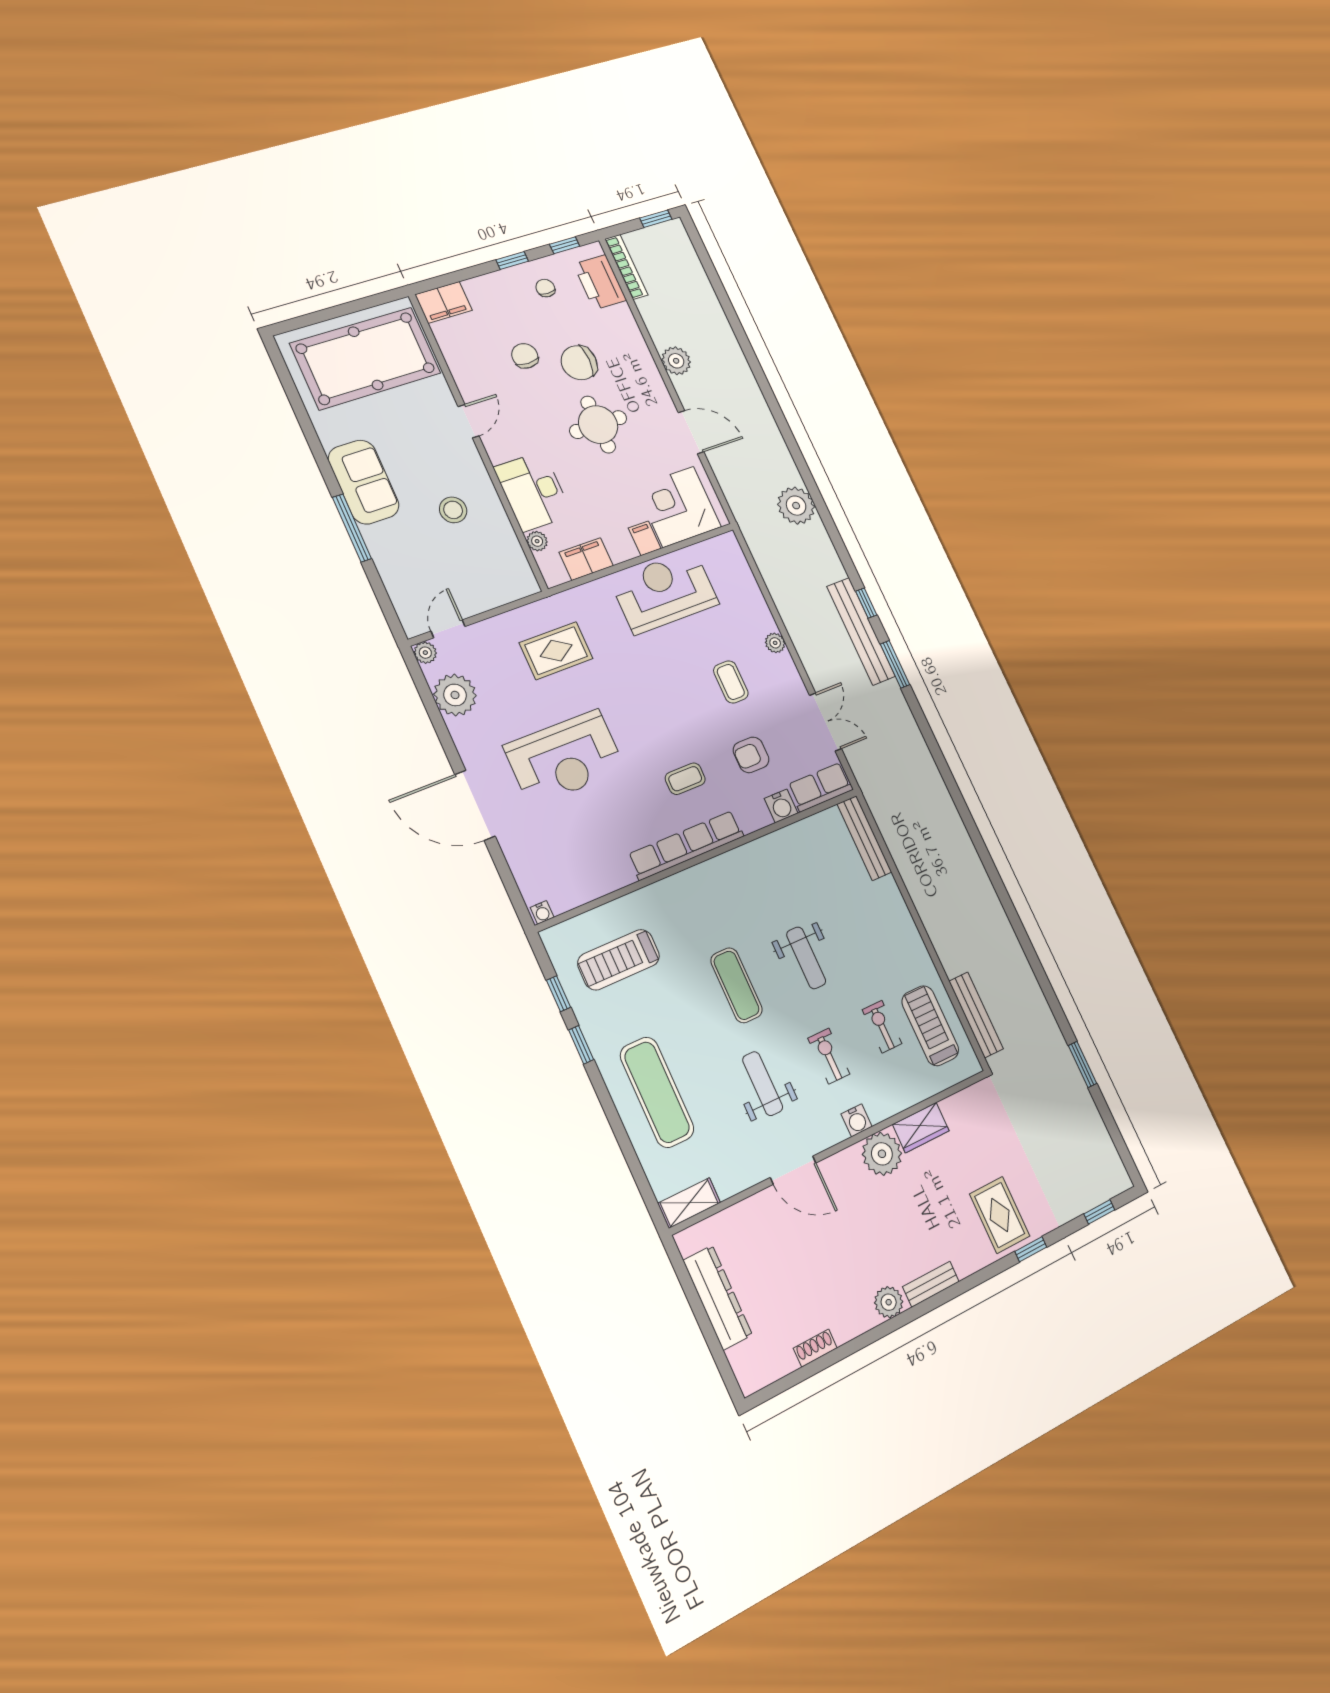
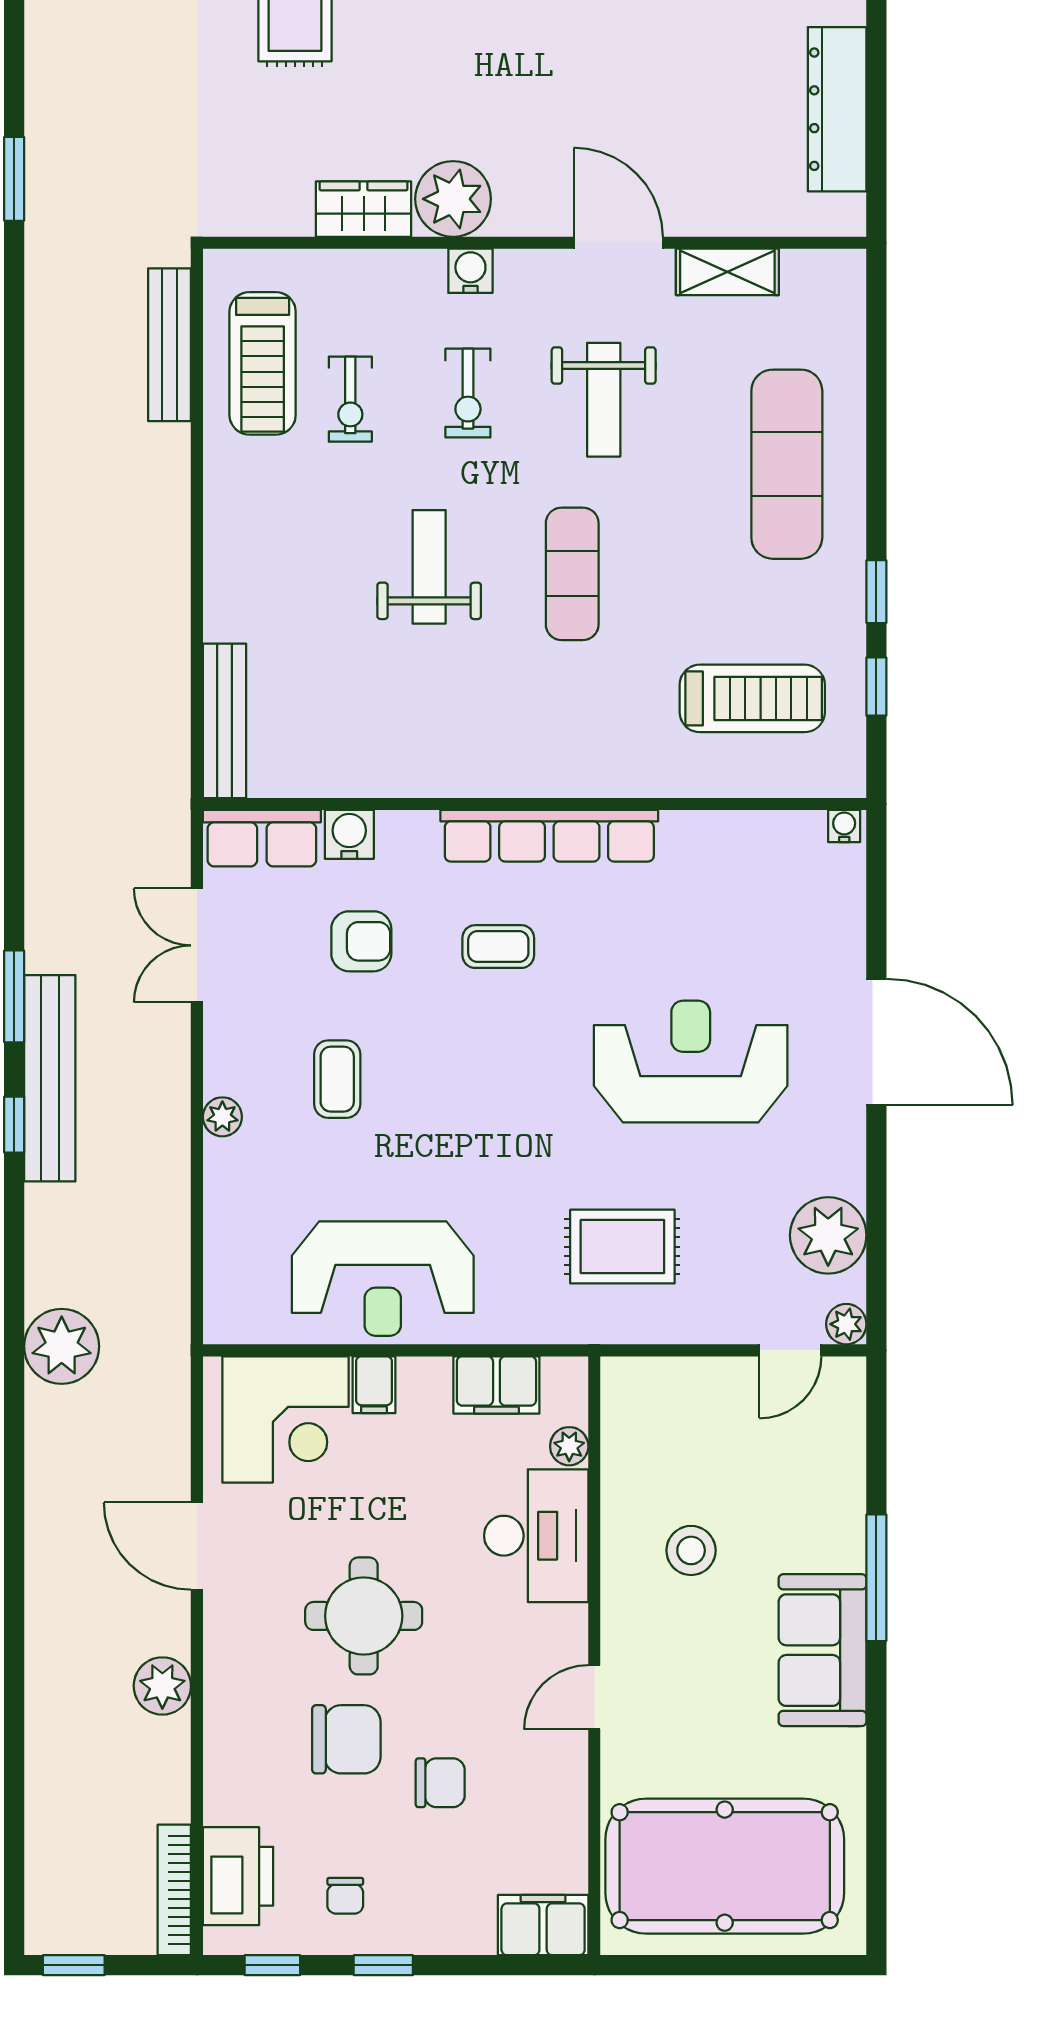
chair: (525, 356) -> (440, 1783), turned -90
shelving: (689, 1203) -> (727, 272), moved

